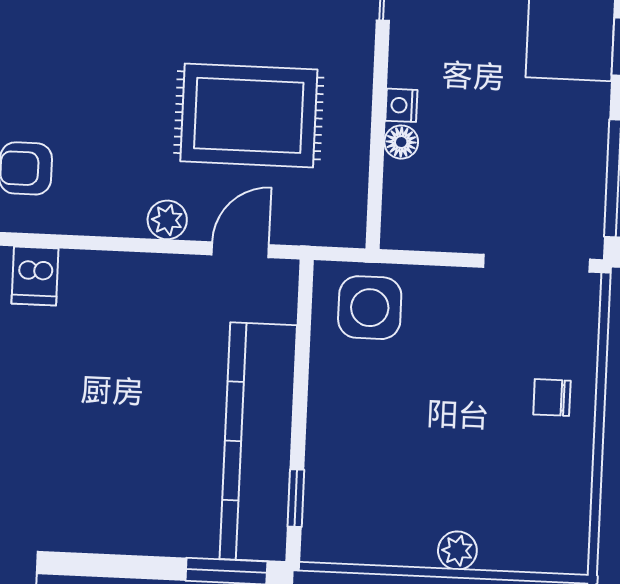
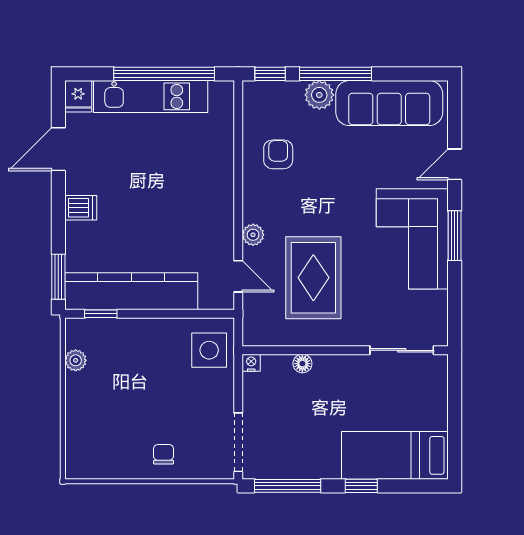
nightstand: (401, 105) -> (251, 363), moved
dishwasher: (35, 276) -> (81, 208), moved, turned 180
plant: (457, 551) -> (76, 360), moved

